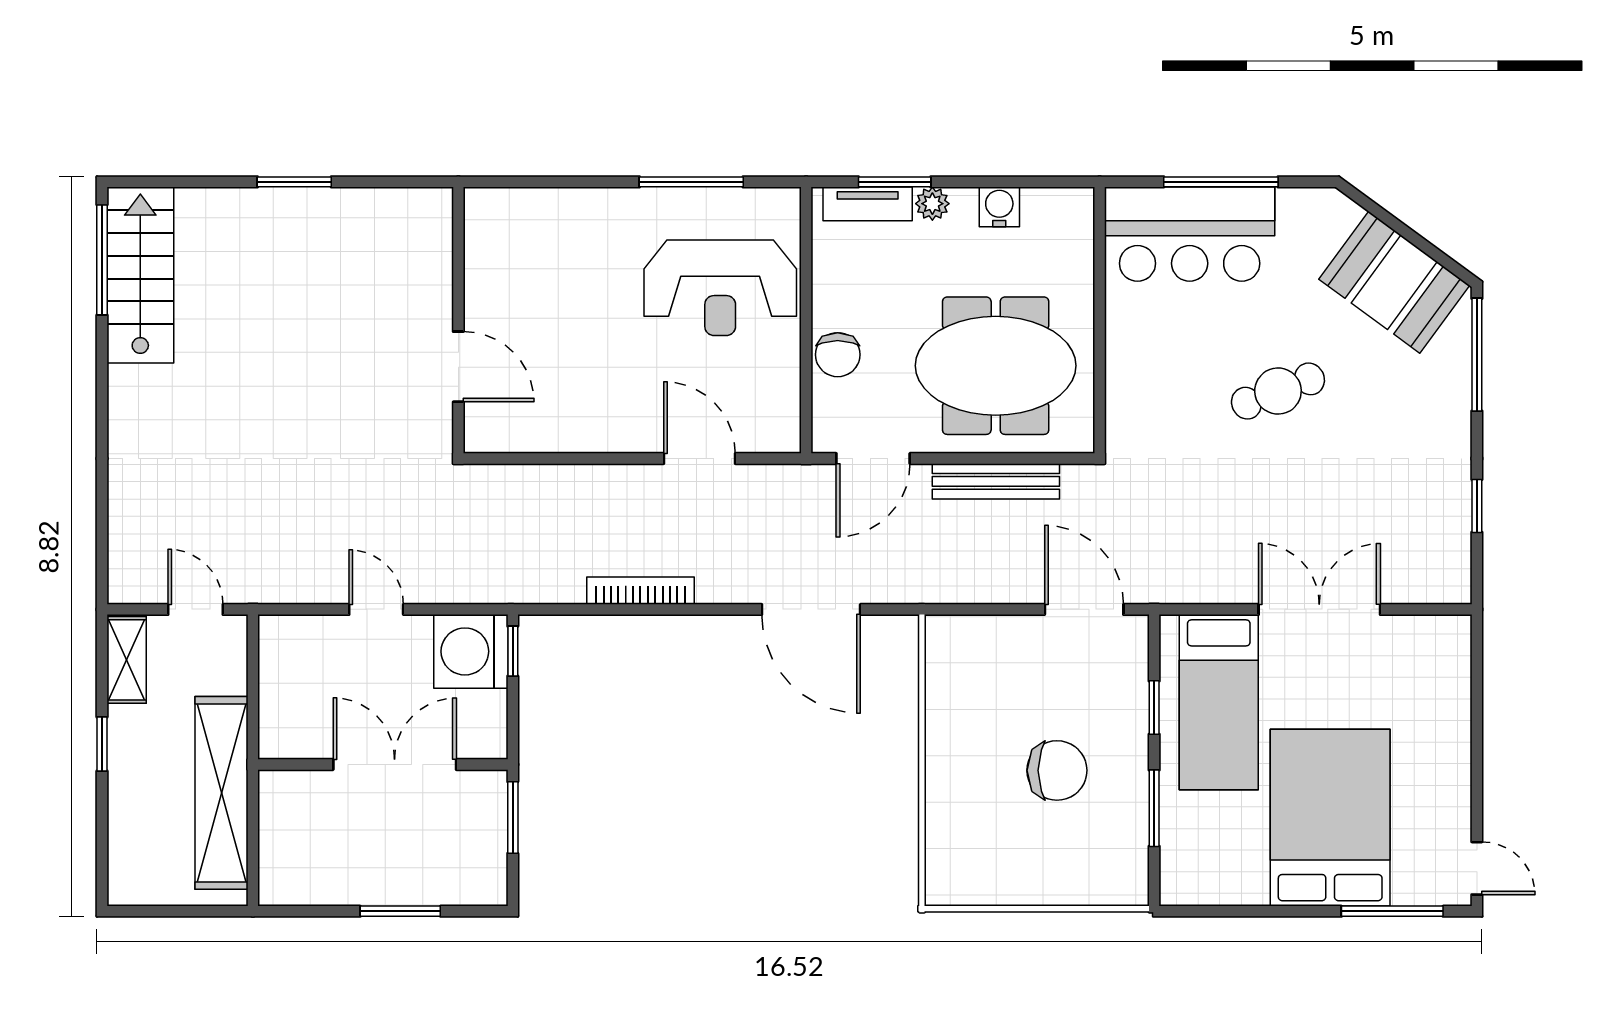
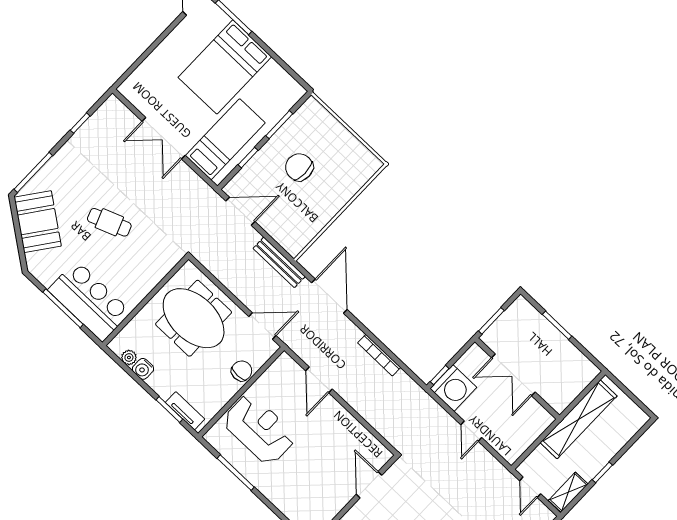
plant: (932, 204) -> (129, 357), moved
bench: (996, 481) -> (279, 262), moved
door: (1084, 609) -> (240, 211), swing flipped

